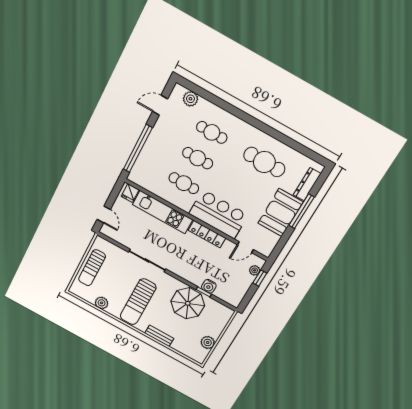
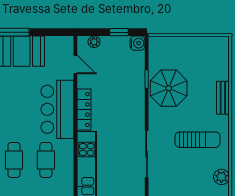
window: (260, 278) -> (119, 32), moved
water cooler: (209, 286) -> (138, 43), moved
sun lounger: (138, 302) -> (197, 140), width x0.73, depth x0.75
plant: (208, 342) -> (200, 44), removed

